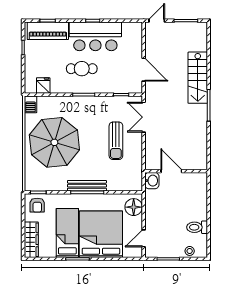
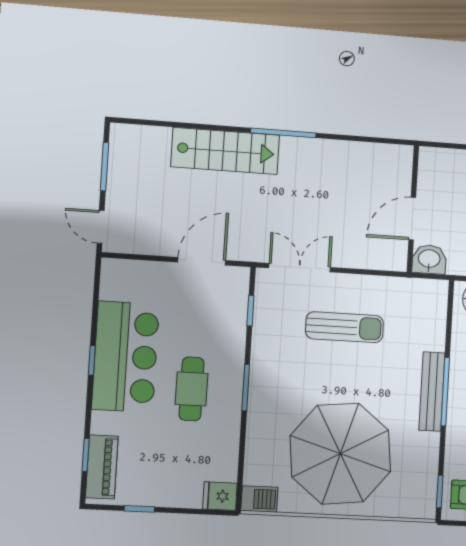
piano: (48, 31) -> (102, 467), width x0.73, depth x0.75
fridge: (43, 85) -> (220, 496), moved
double door: (144, 117) -> (300, 268), swing flipped

